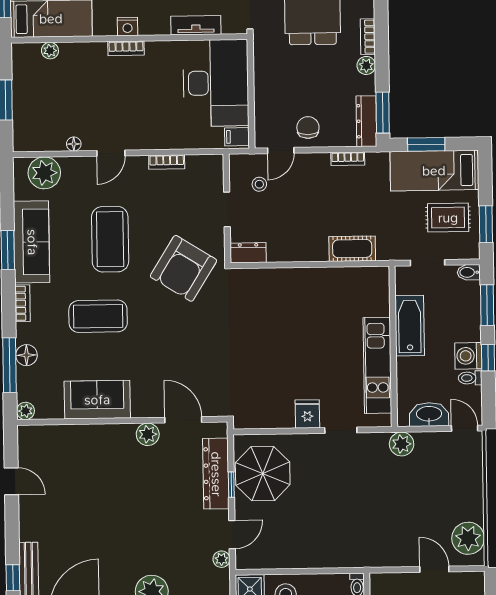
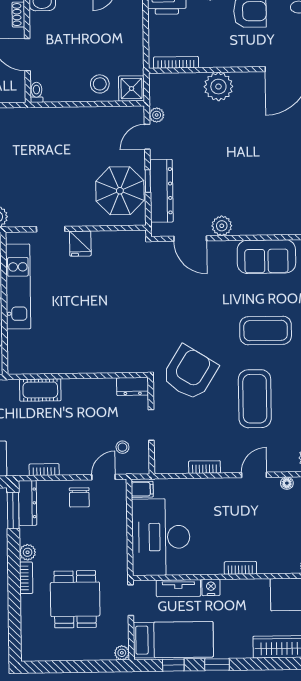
nightstand: (128, 27) -> (211, 587), moved

